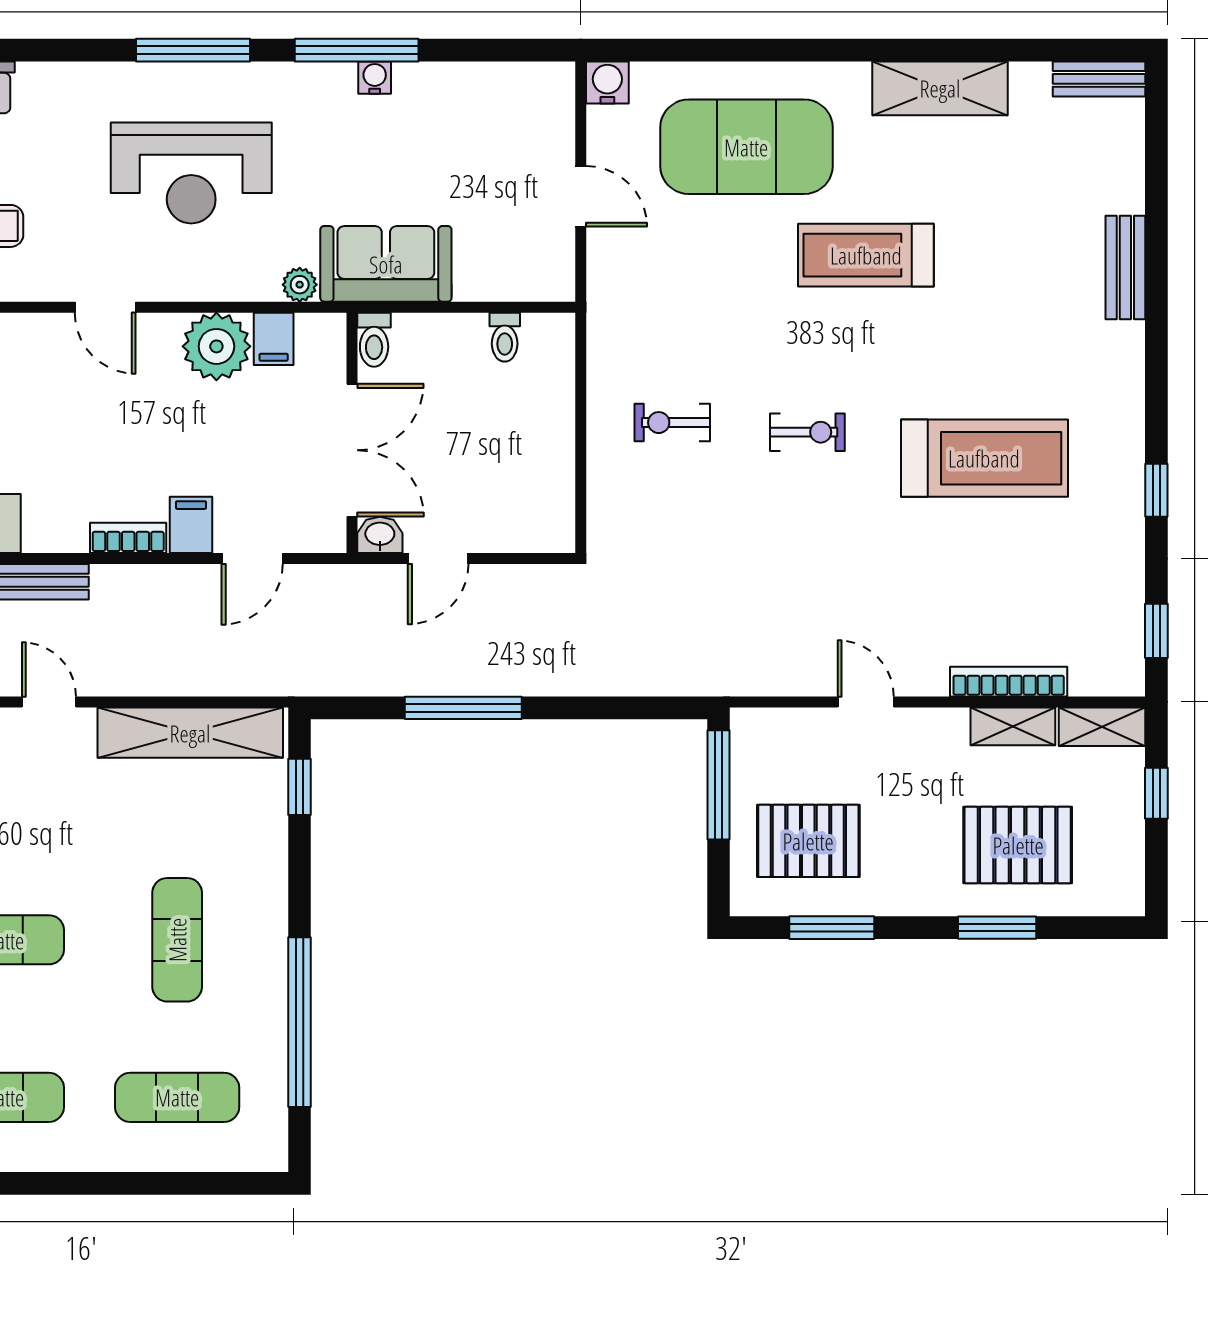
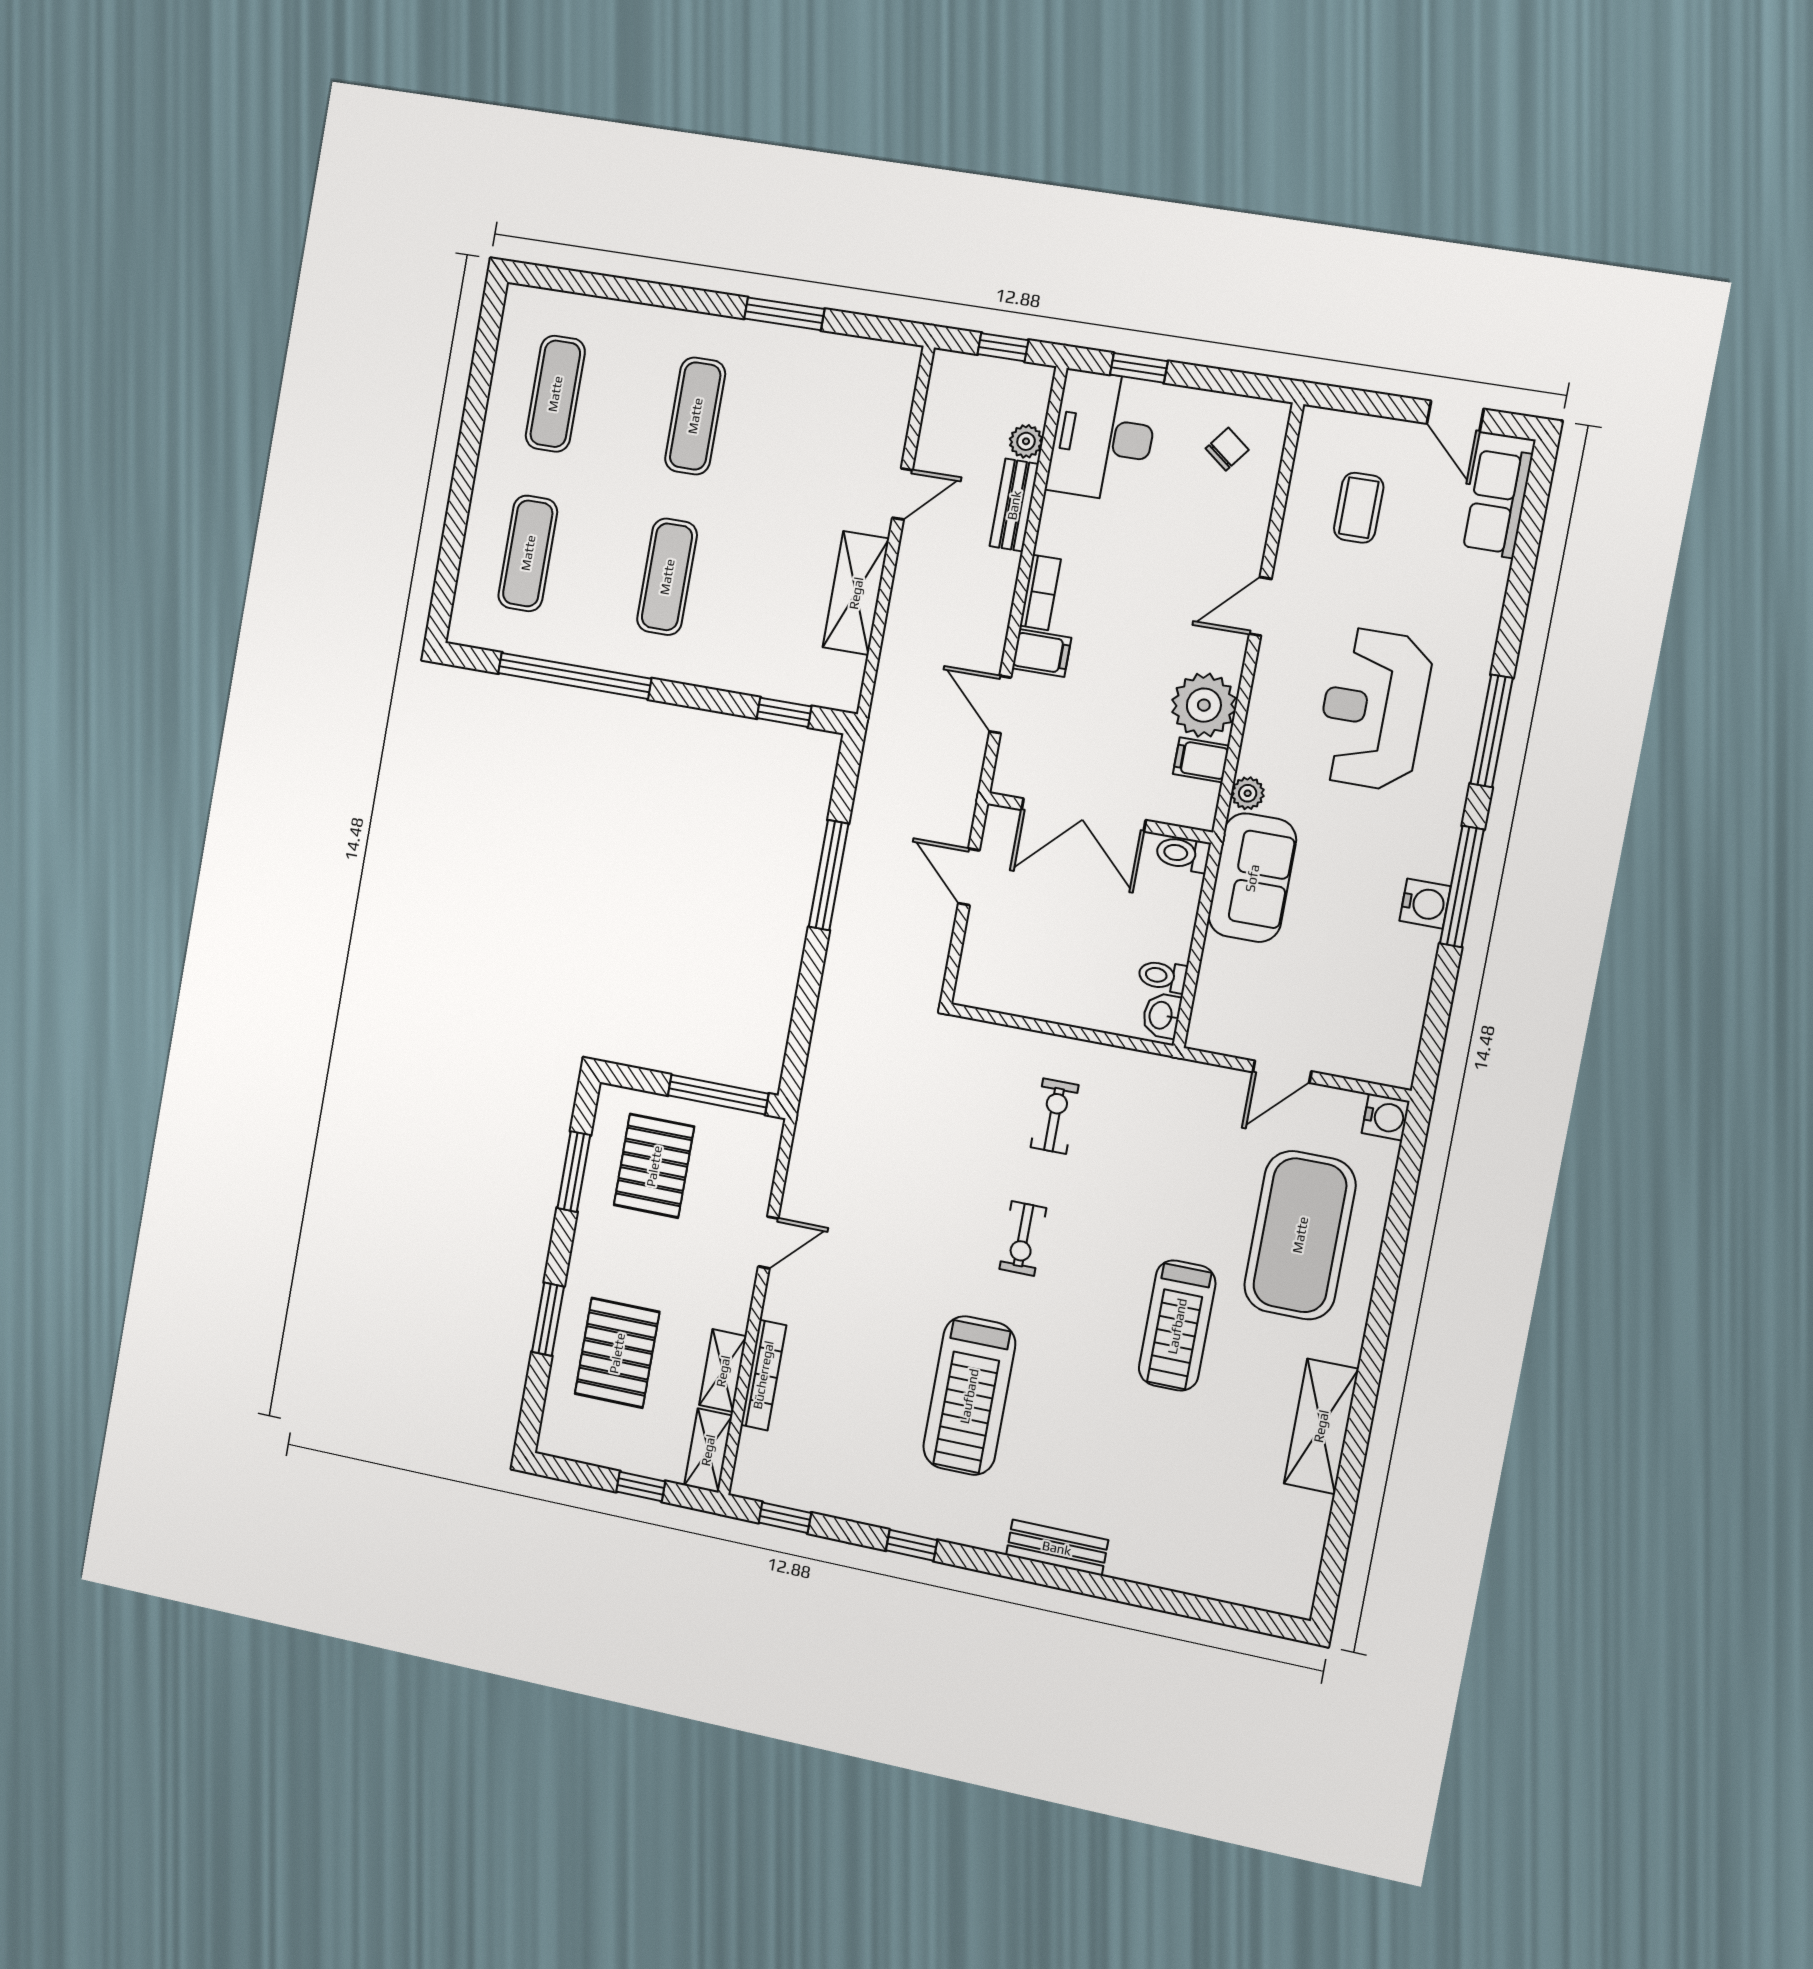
water cooler: (375, 78) -> (1425, 904), width x1.38, depth x1.38
bench: (1099, 79) -> (1302, 1575), removed
treadmill: (866, 255) -> (1177, 1326), turned 180
bench: (1125, 268) -> (1057, 1548), moved
washbasin: (380, 535) -> (1162, 1015), moved, turned 180
shelving: (190, 733) -> (856, 593), width x0.68
exercise mat: (177, 940) -> (667, 577), turned 90

